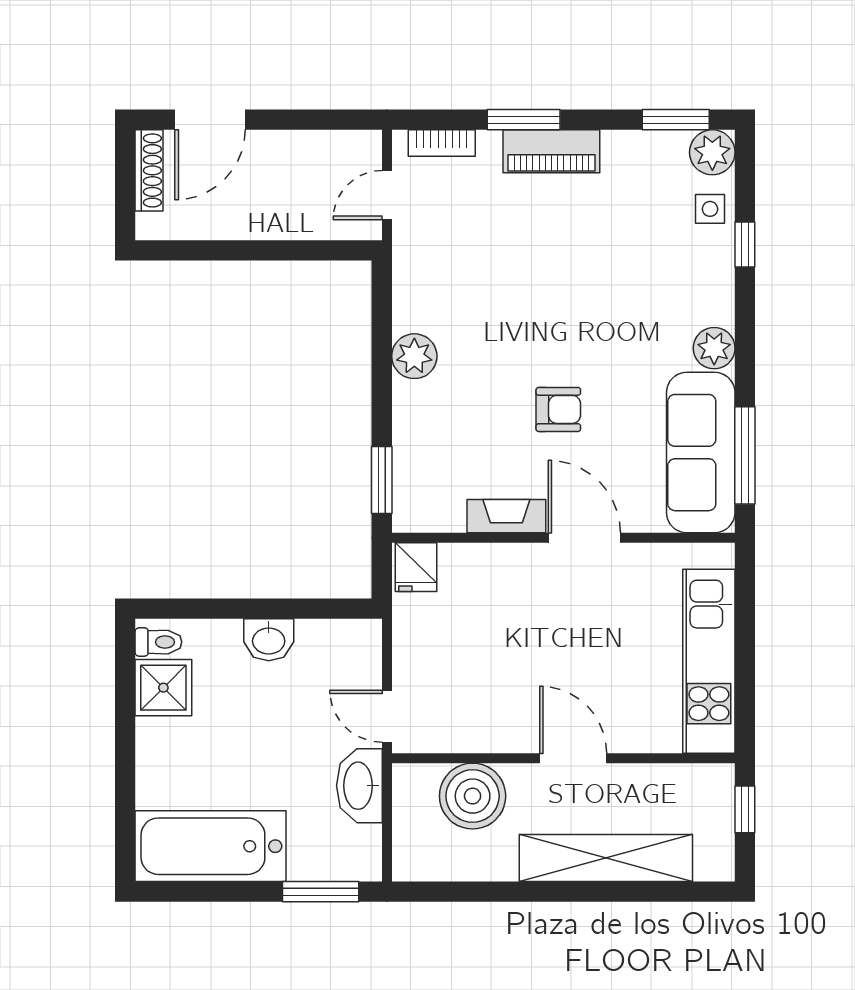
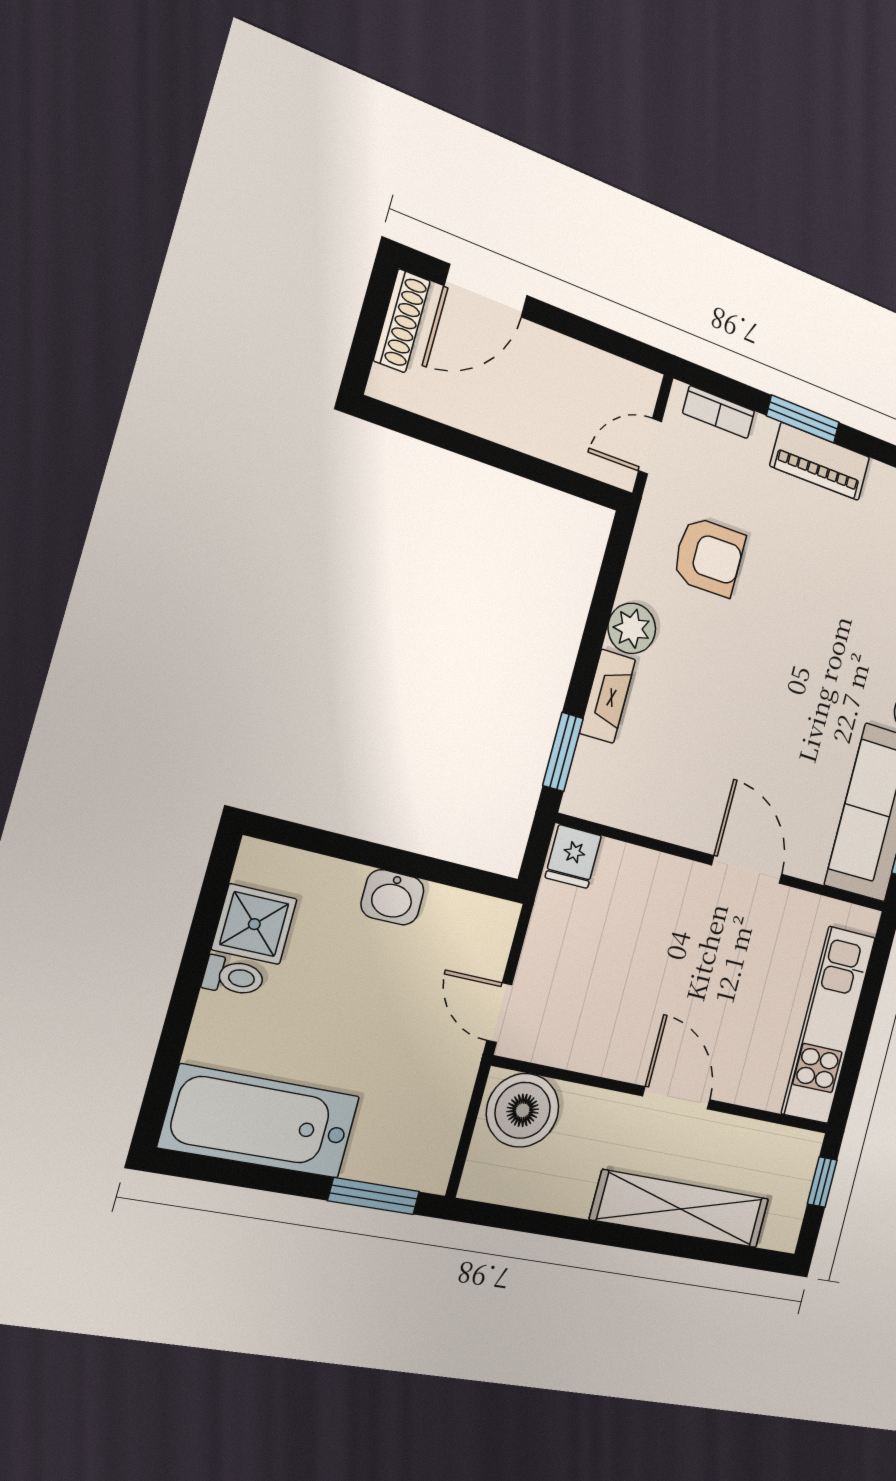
armchair: (558, 409) -> (709, 557), moved, width x1.38, depth x1.38
fireplace: (506, 516) -> (607, 696), moved, turned 90
toilet: (158, 642) -> (234, 977), moved
washbasin: (359, 786) -> (449, 1084), removed
boiler: (473, 796) -> (523, 1110), moved

